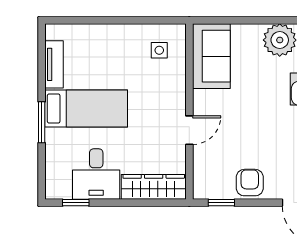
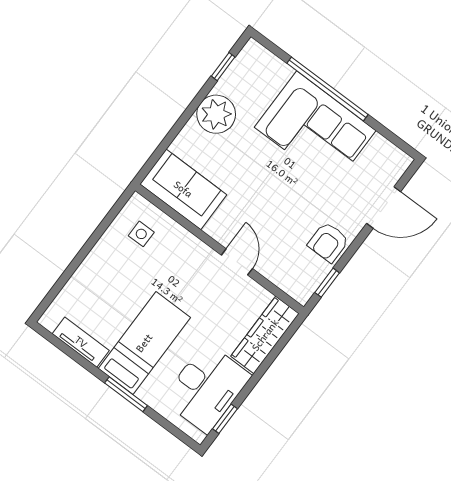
desk: (96, 174) -> (206, 388), width x1.37
armchair: (250, 183) -> (328, 242), turned -90

